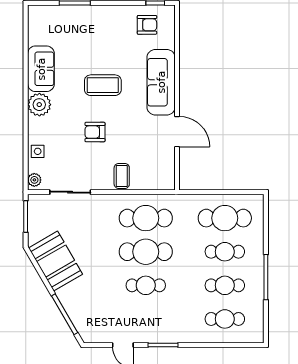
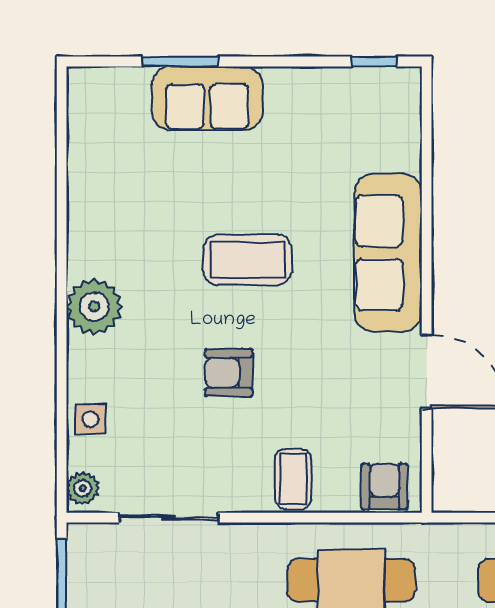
armchair: (147, 25) -> (384, 487), moved, turned -90
sofa: (41, 69) -> (207, 98), moved, turned 90

